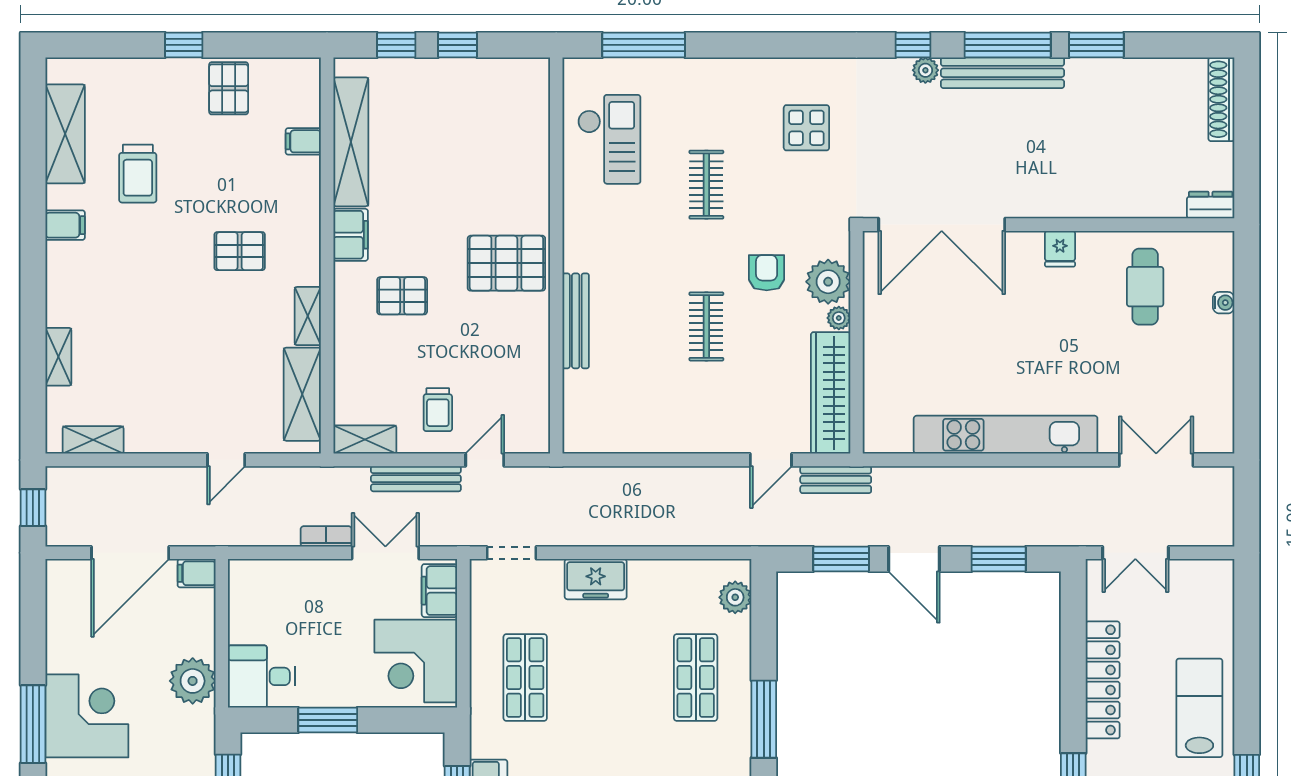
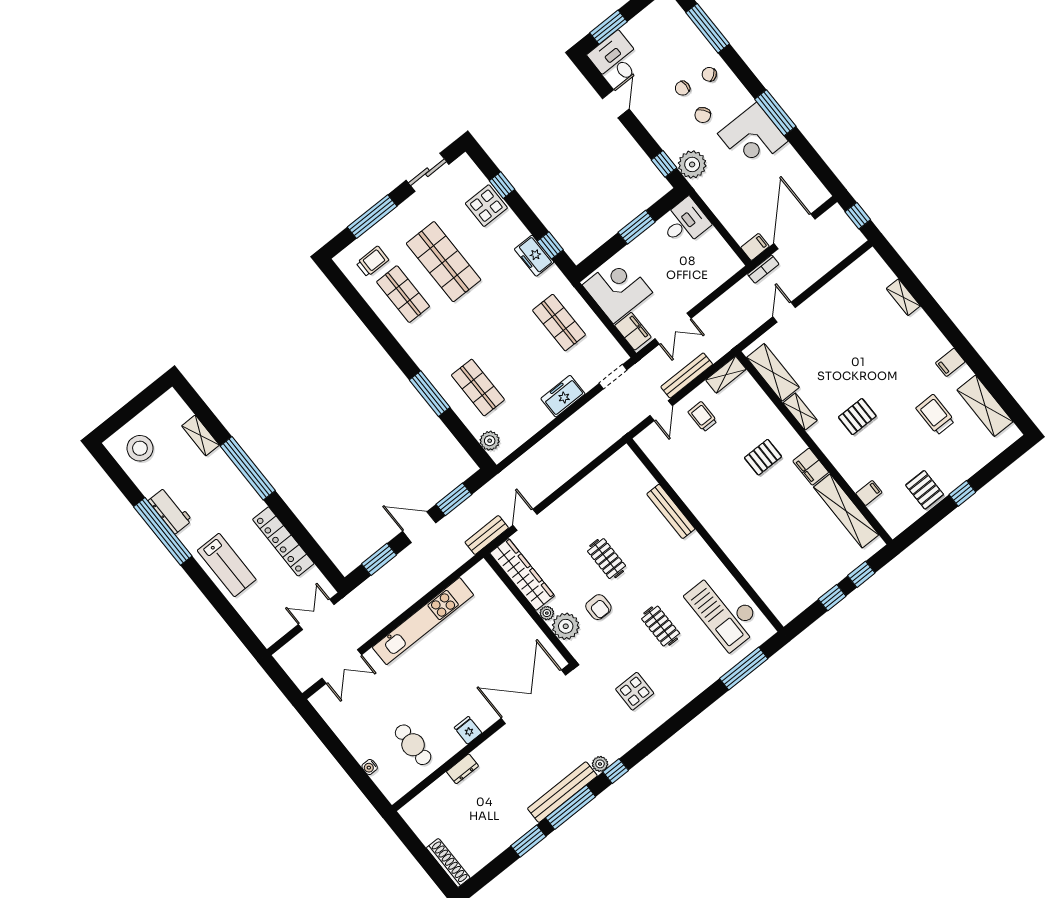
checkout: (609, 139) -> (724, 611), width x1.36, depth x1.21
dresser: (1211, 205) -> (462, 769), moved
pallet: (506, 263) -> (726, 512), removed
shelving: (93, 440) -> (855, 271), removed
bookcase: (326, 536) -> (763, 269), moved
plant: (193, 681) -> (692, 164), moved

